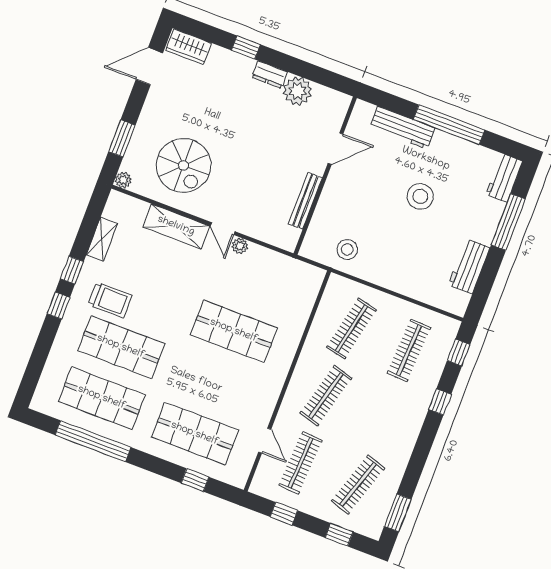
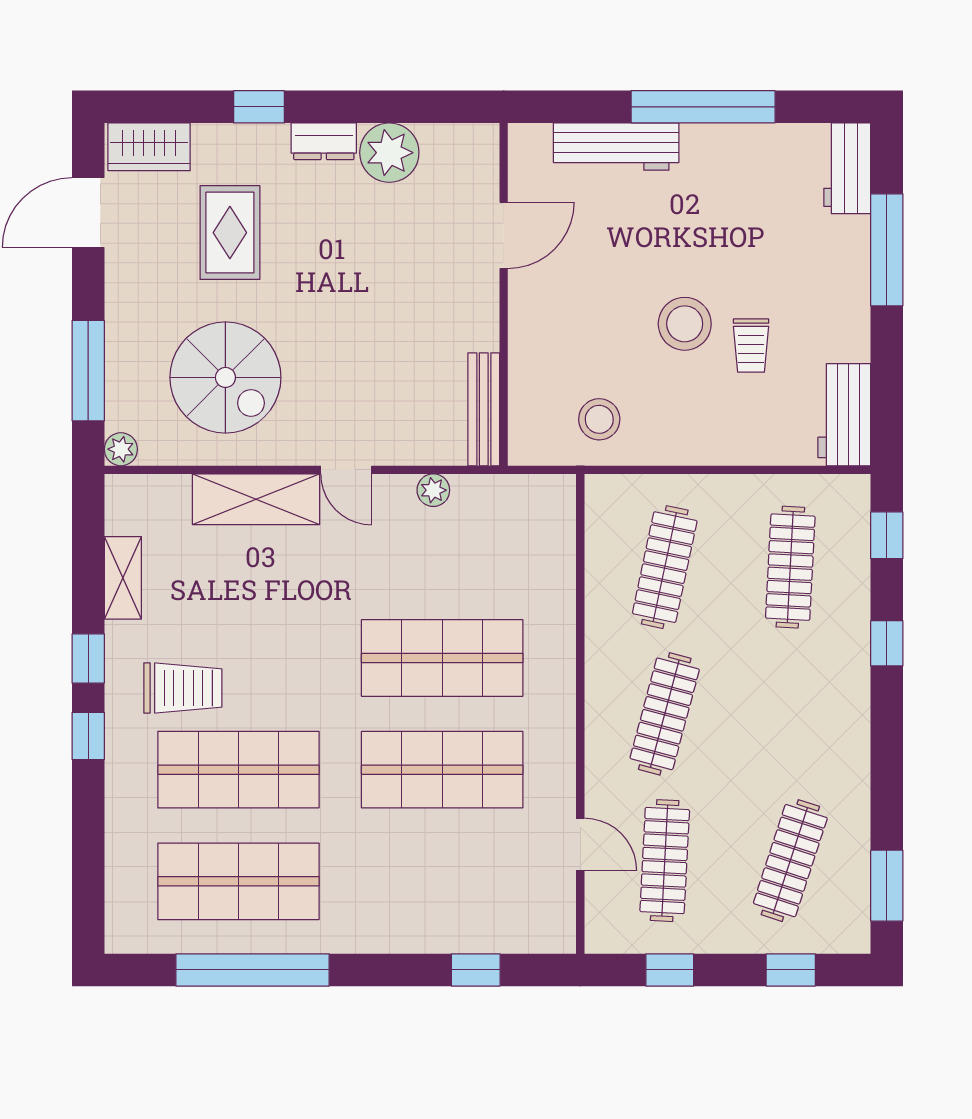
rug: (211, 100) -> (230, 233), added
window: (122, 138) -> (88, 371), width x1.44
stool: (420, 196) -> (685, 324), moved
bench: (305, 201) -> (484, 409), moved
trolley: (429, 242) -> (751, 346), added
plant: (240, 246) -> (433, 490), moved
workbench: (469, 266) -> (844, 415), moved
shop shelf: (195, 434) -> (442, 770), moved

